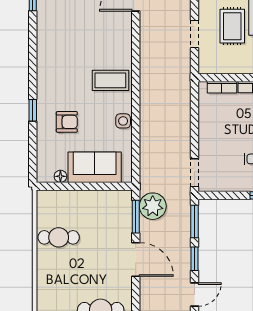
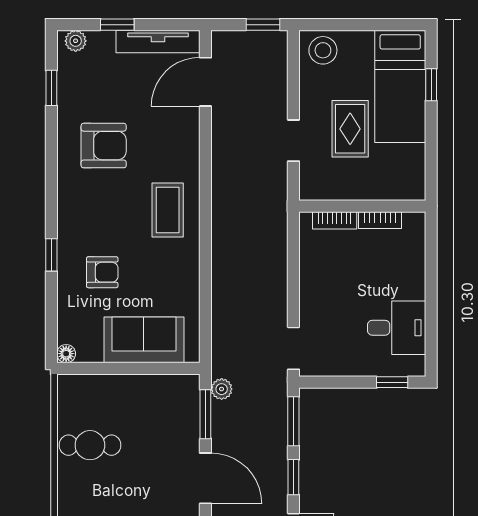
armchair: (68, 37) -> (104, 146), added
coffee table: (110, 80) -> (168, 210), turned 90
side table: (123, 121) -> (187, 271), removed
floor lamp: (60, 176) -> (66, 354), moved
plant: (153, 206) -> (222, 389), width x0.53, depth x0.53

